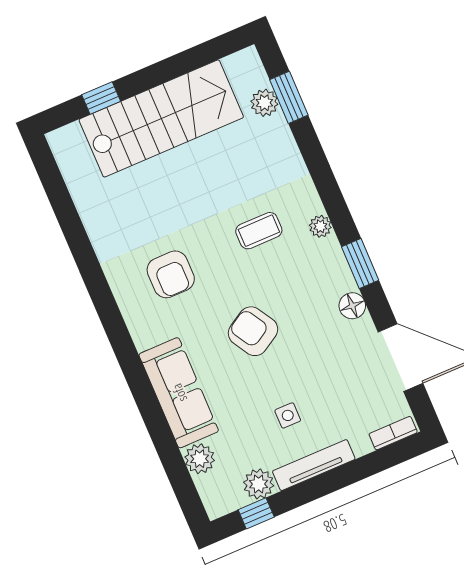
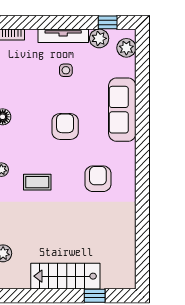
stairs: (161, 118) -> (65, 276), width x0.73, depth x0.66
armchair: (253, 331) -> (65, 127), turned -149
plant: (200, 459) -> (126, 48), moved

